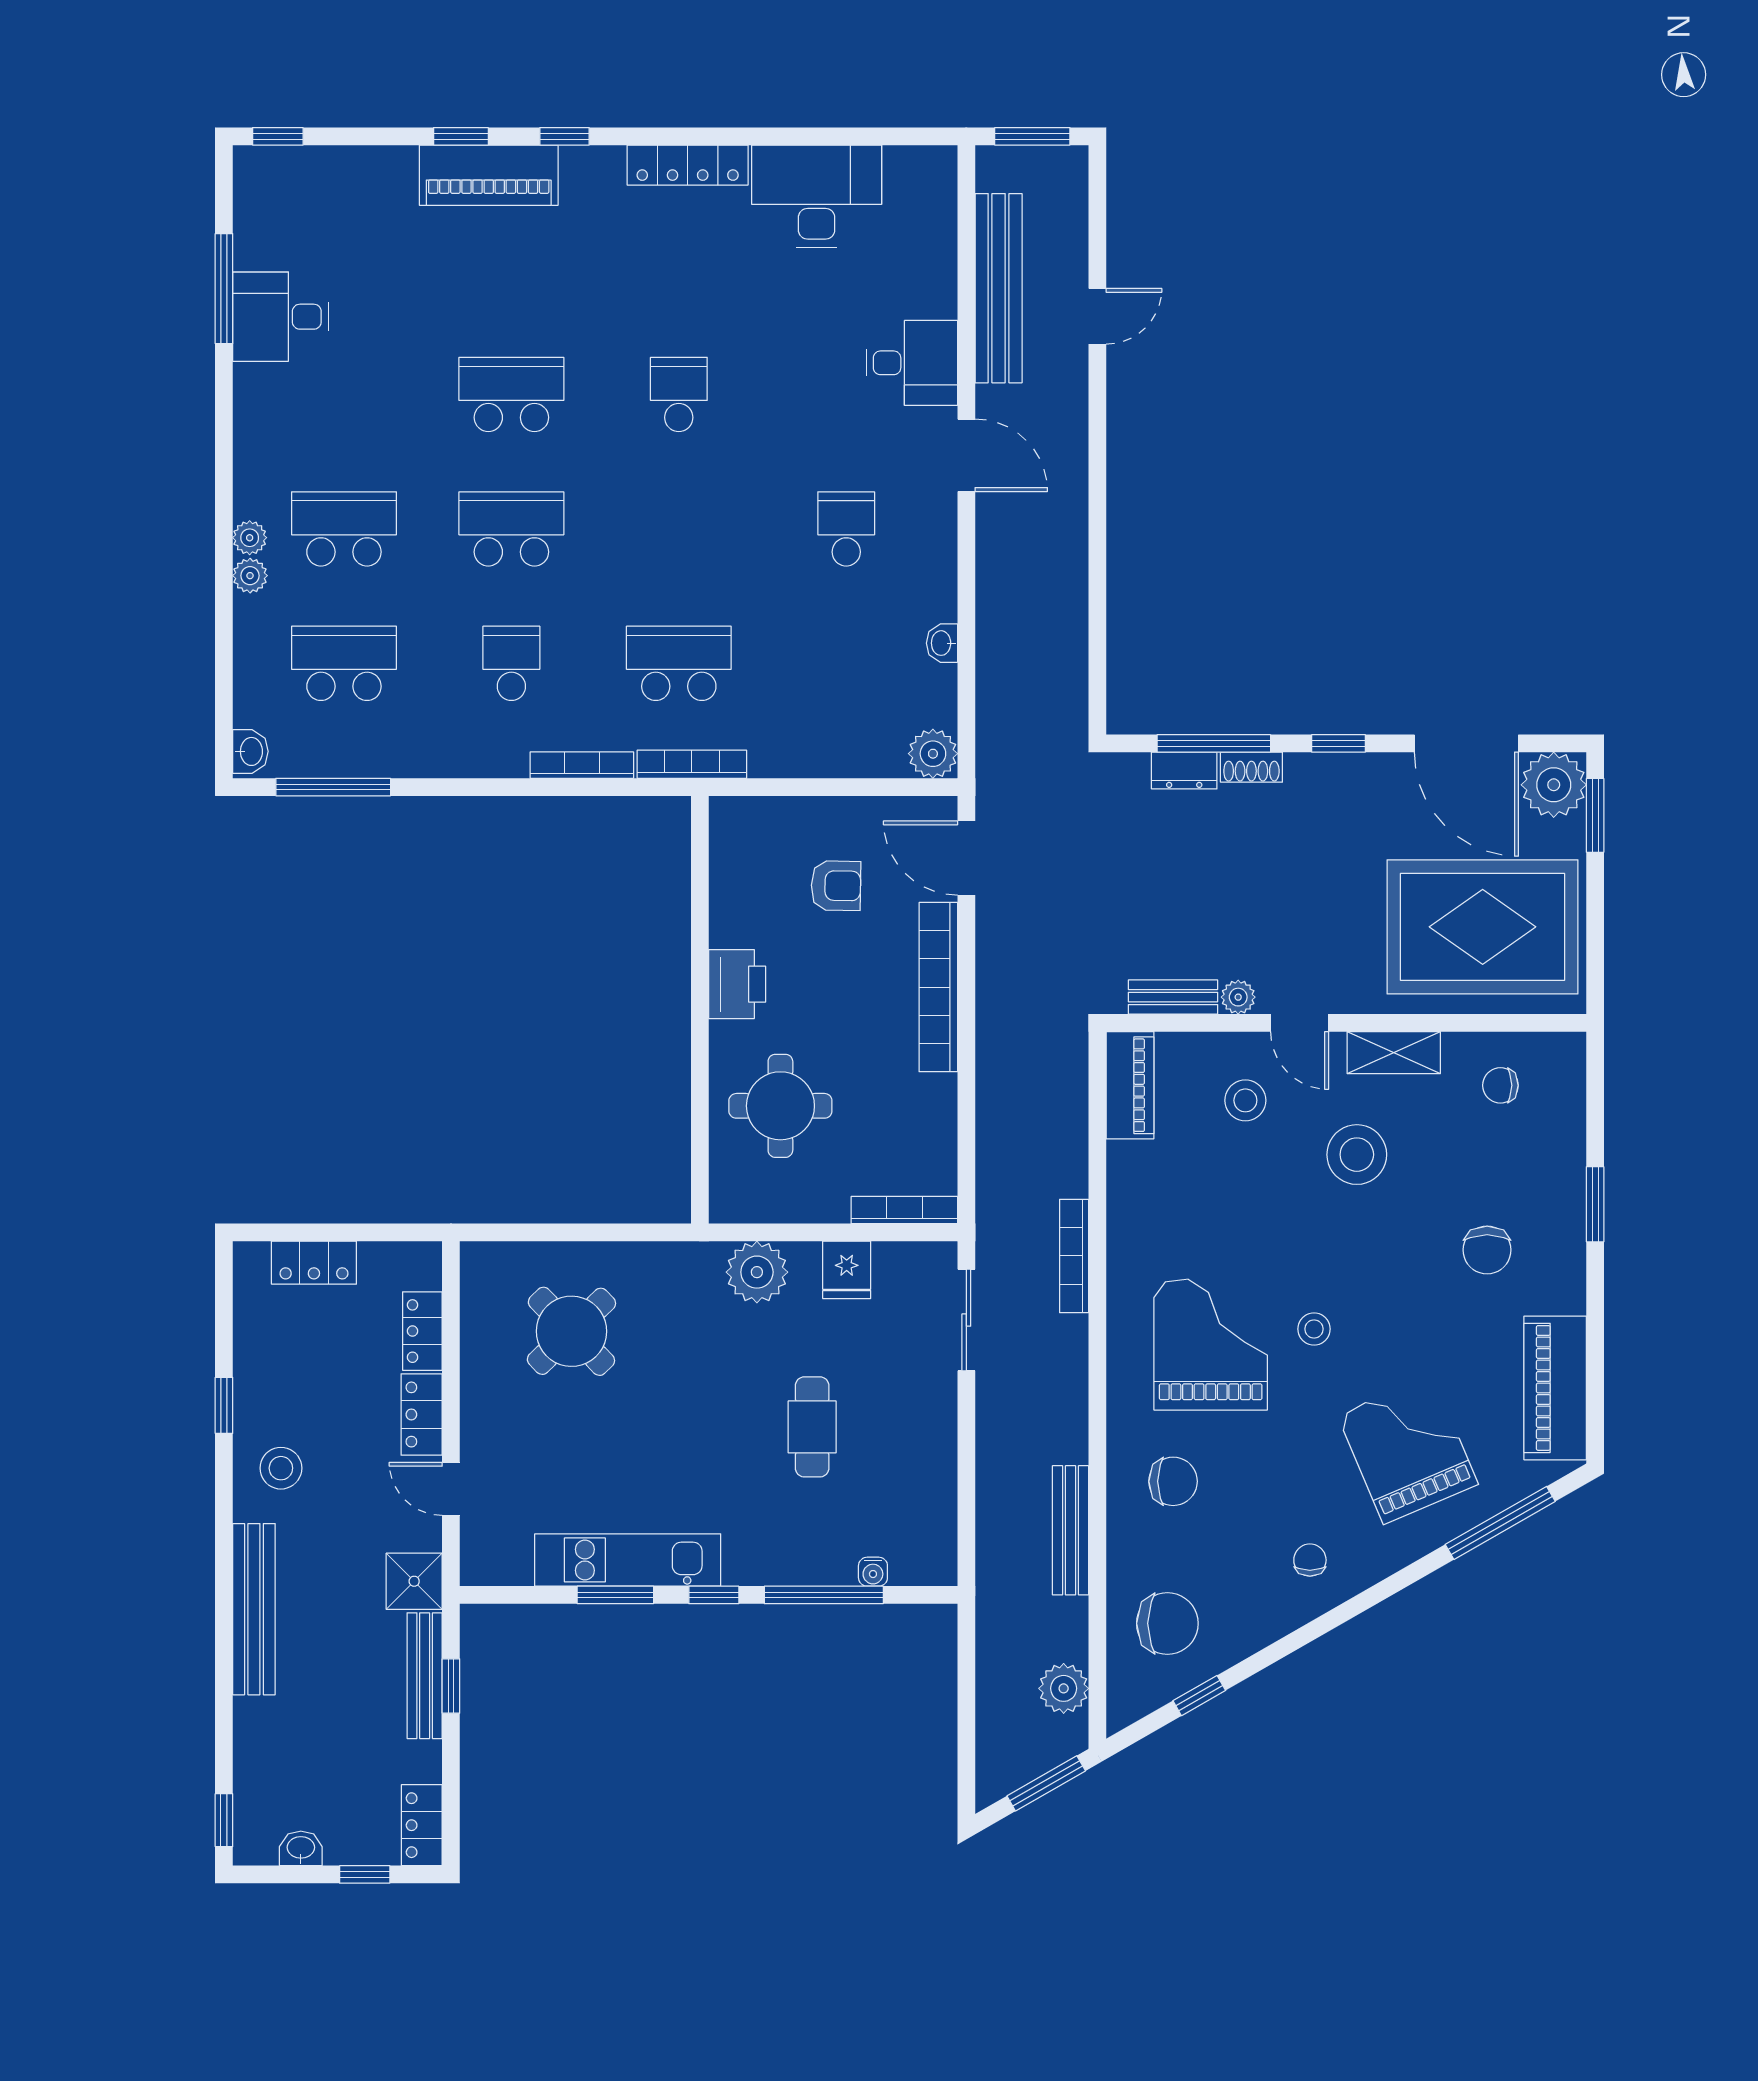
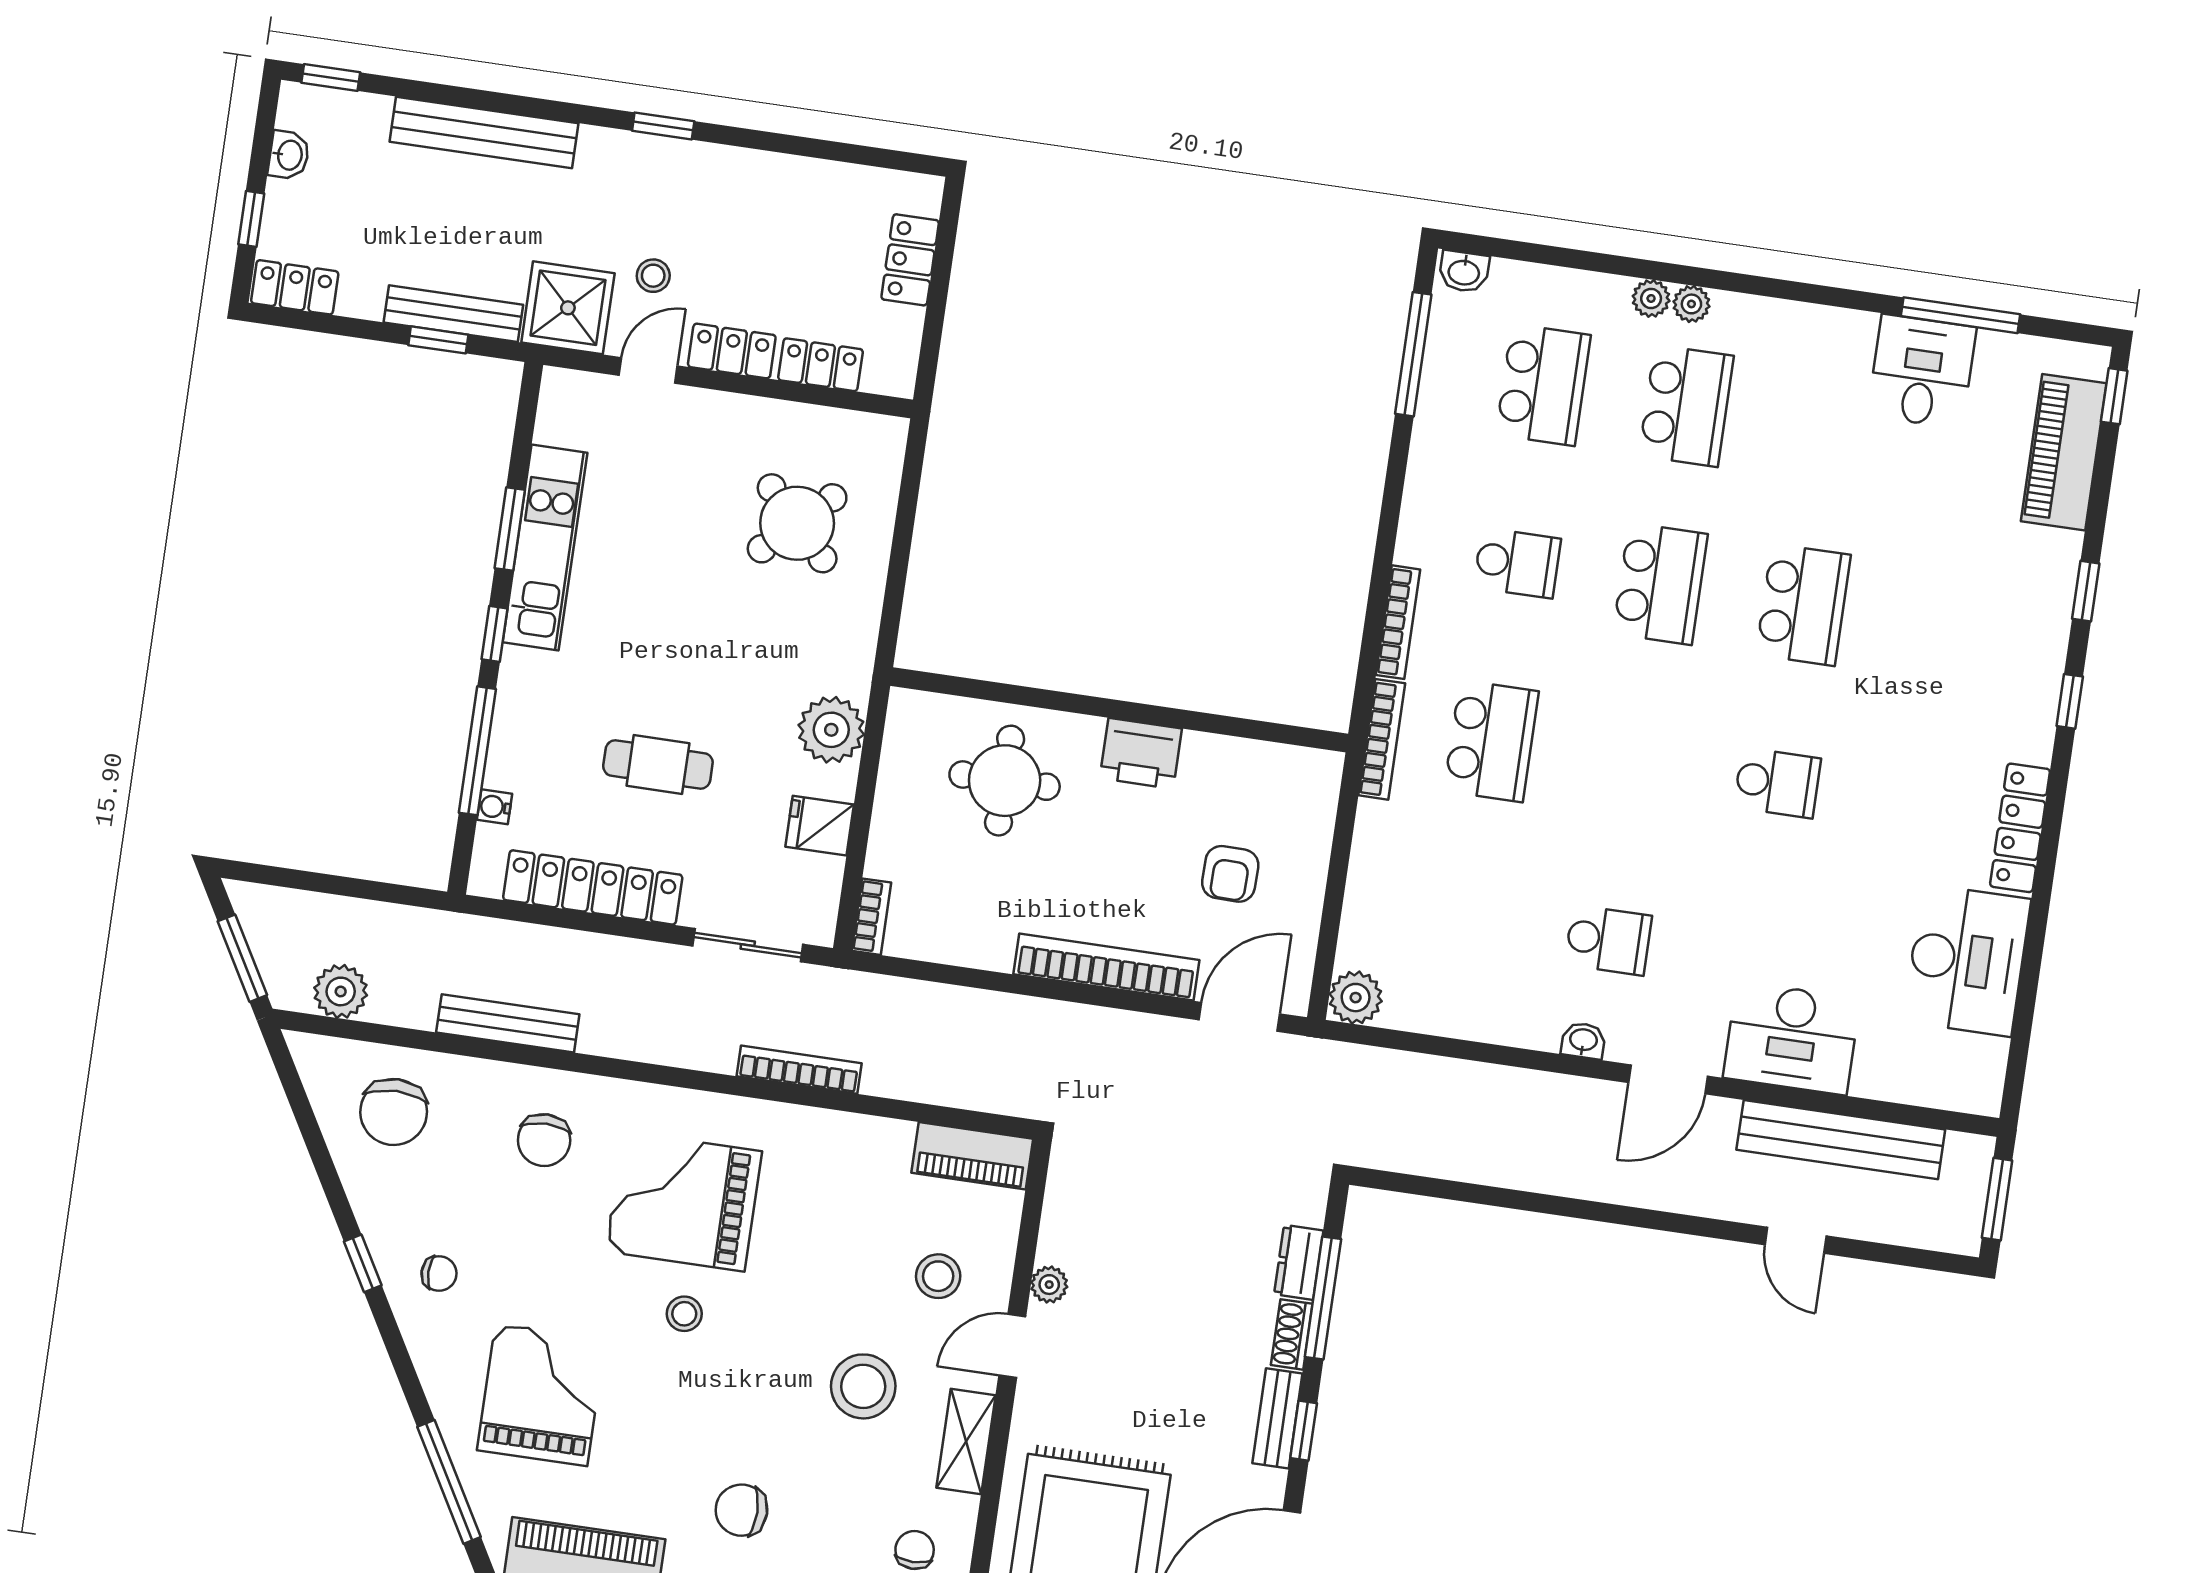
piano: (489, 175) -> (2064, 452), moved
desk: (912, 363) -> (1792, 1038), width x1.37
washbasin: (942, 643) -> (1583, 1041), moved
bench: (1173, 997) -> (1277, 1418), moved
bookcase: (904, 1210) -> (871, 917), width x0.64
grand piano: (1211, 1345) -> (684, 1201), turned 180
window: (224, 1405) -> (663, 126), moved
grand piano: (1408, 1450) -> (541, 1395), turned -67
stool: (281, 1468) -> (653, 276), moved, width x0.73, depth x0.73
locker: (934, 1470) -> (593, 887), added
shower: (414, 1581) -> (568, 308), width x1.36, depth x1.36
bench: (254, 1609) -> (484, 132), moved
window: (1199, 1696) -> (363, 1263), moved

